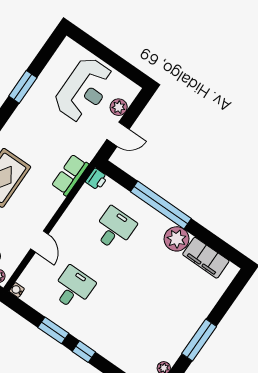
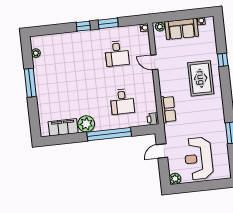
plant: (119, 107) -> (175, 179), moved

